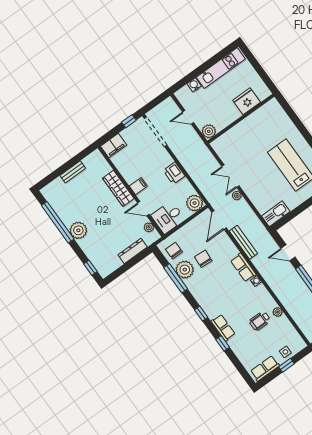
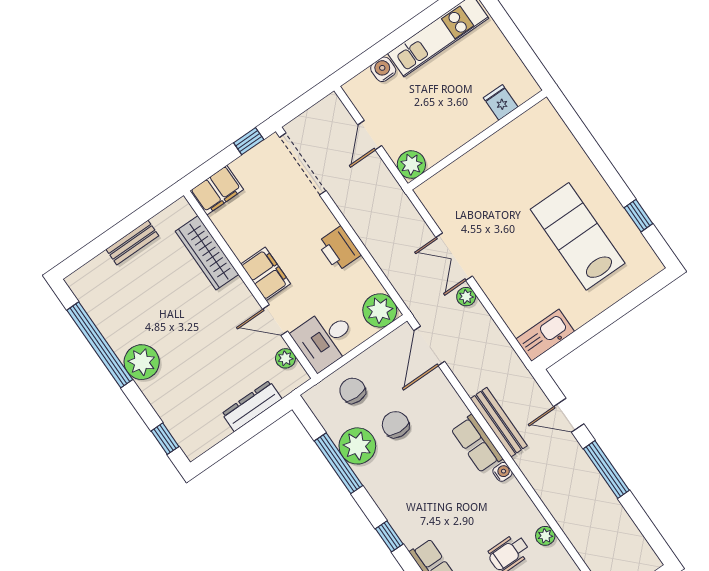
fridge: (247, 101) -> (501, 102), width x0.53, depth x0.75
door: (188, 117) -> (370, 135), hinge flipped
filing cabinet: (138, 186) -> (266, 274), width x2.00
wardrobe: (118, 188) -> (207, 253), moved
bench: (243, 242) -> (499, 422), moved
chair: (174, 251) -> (353, 391), moved

